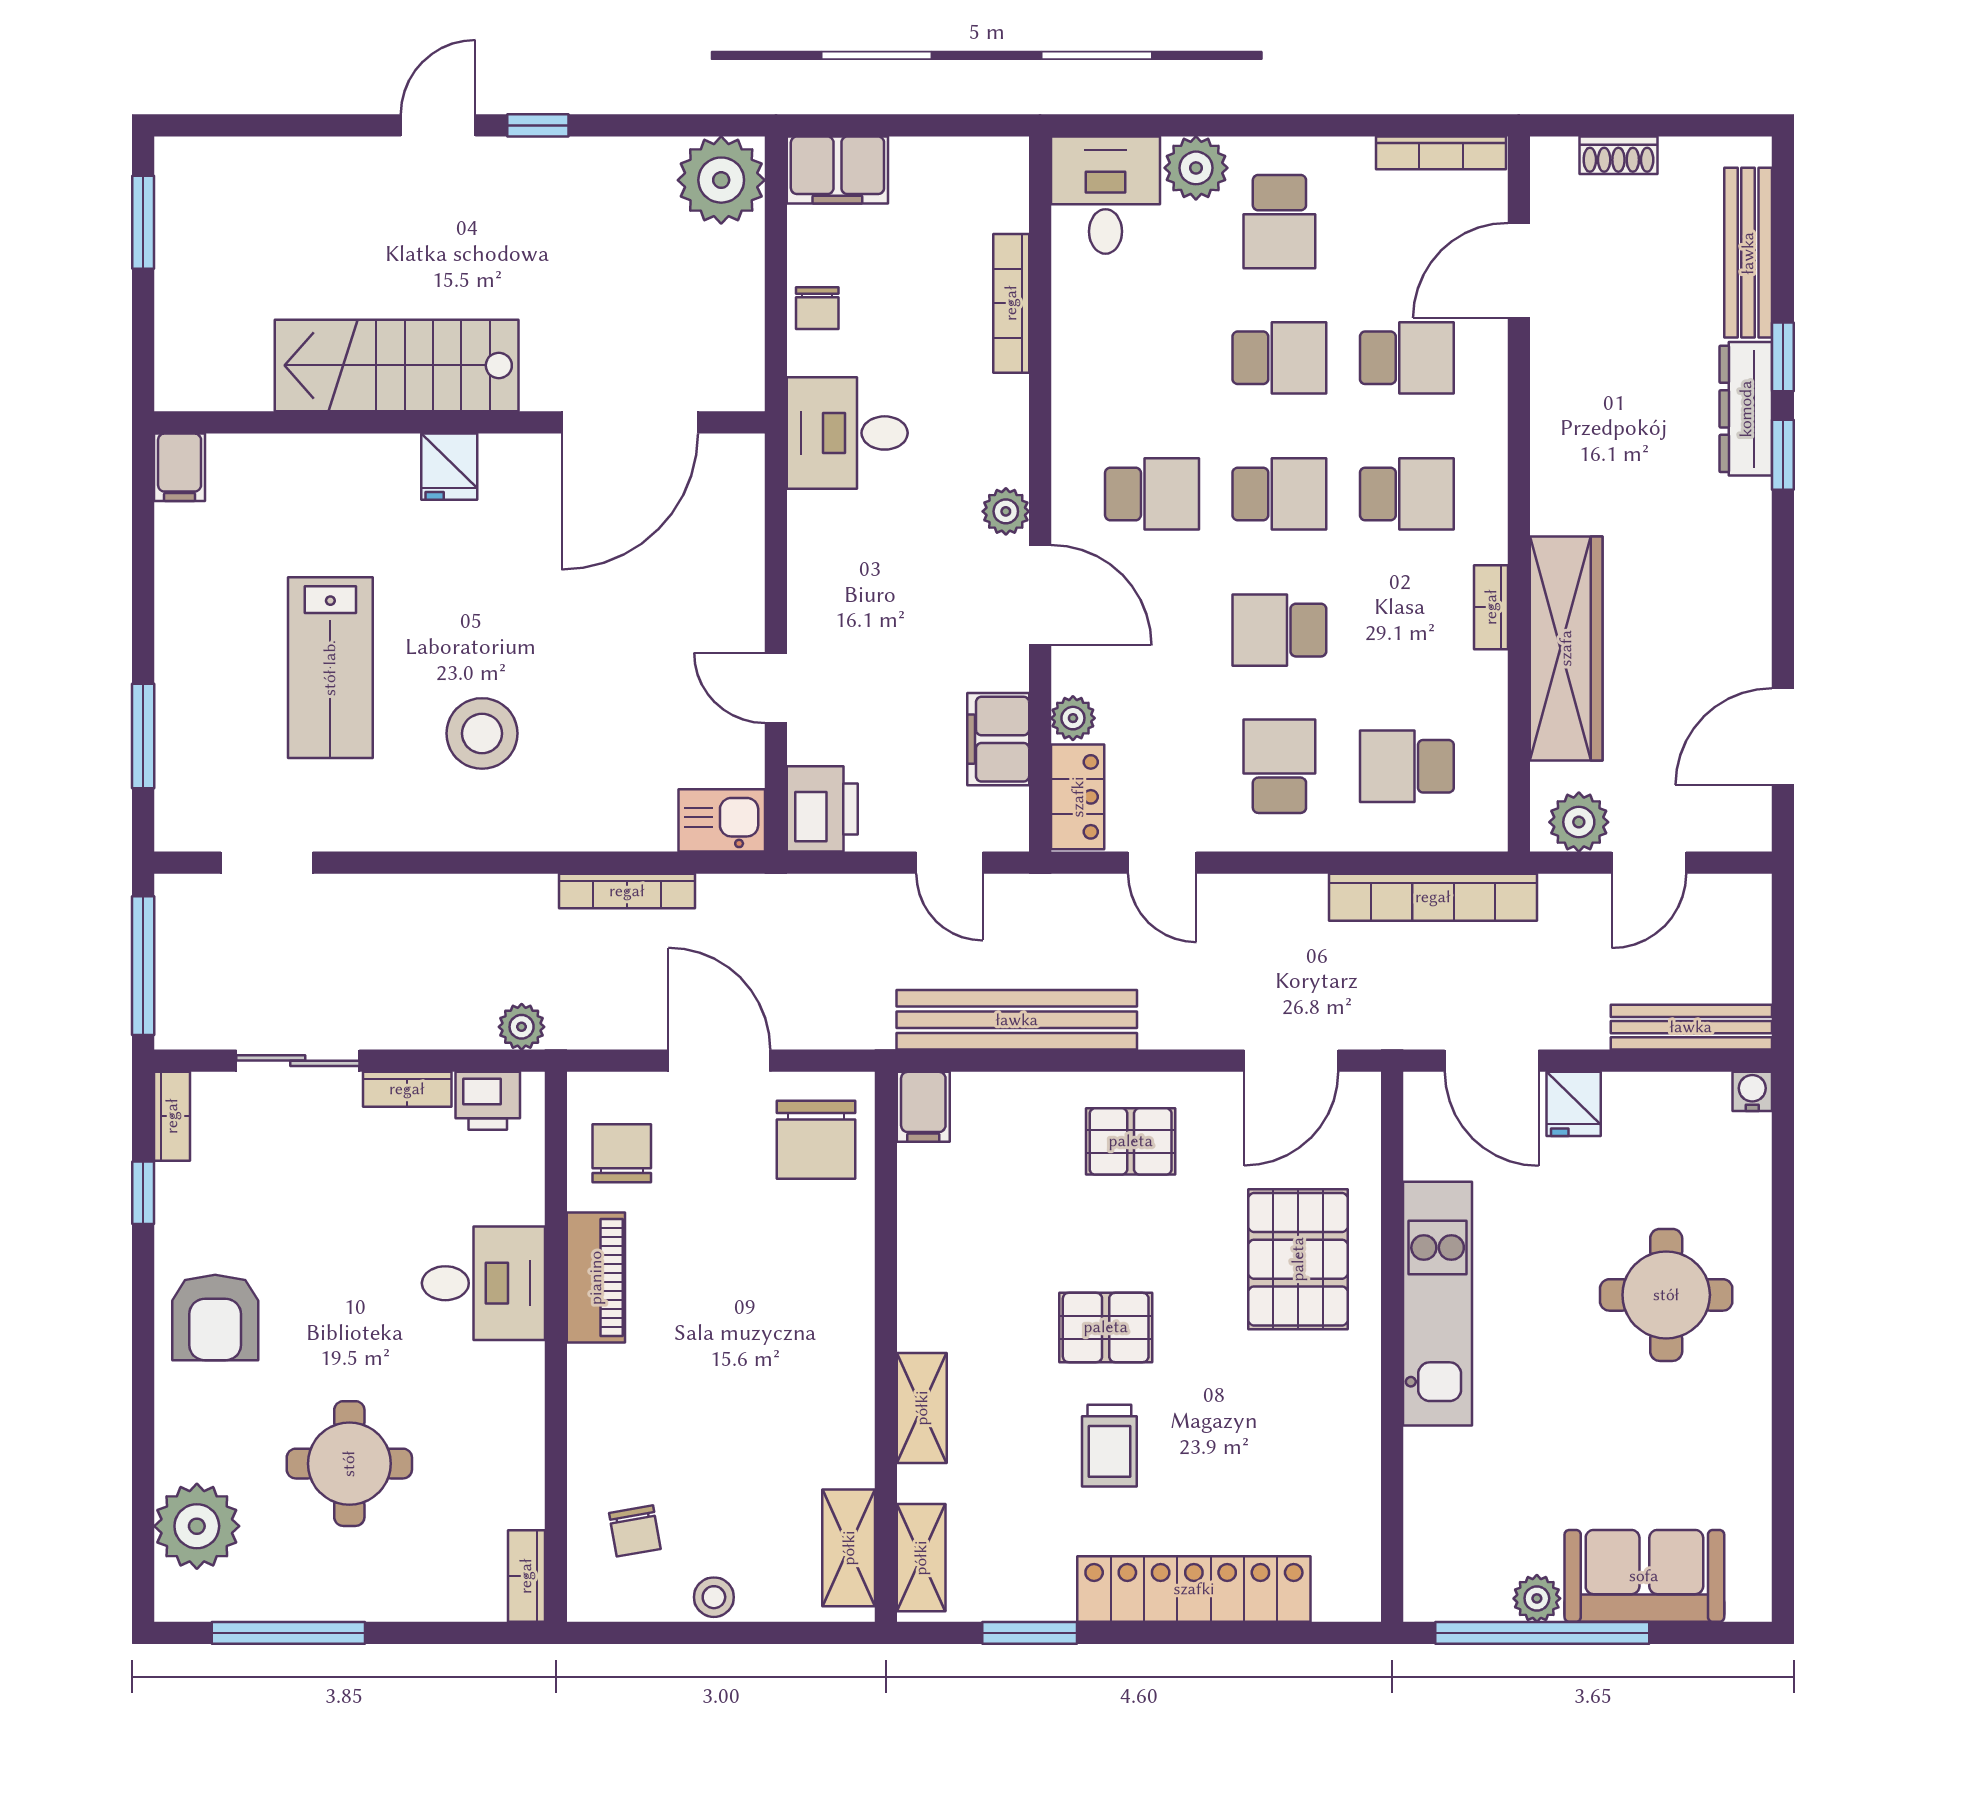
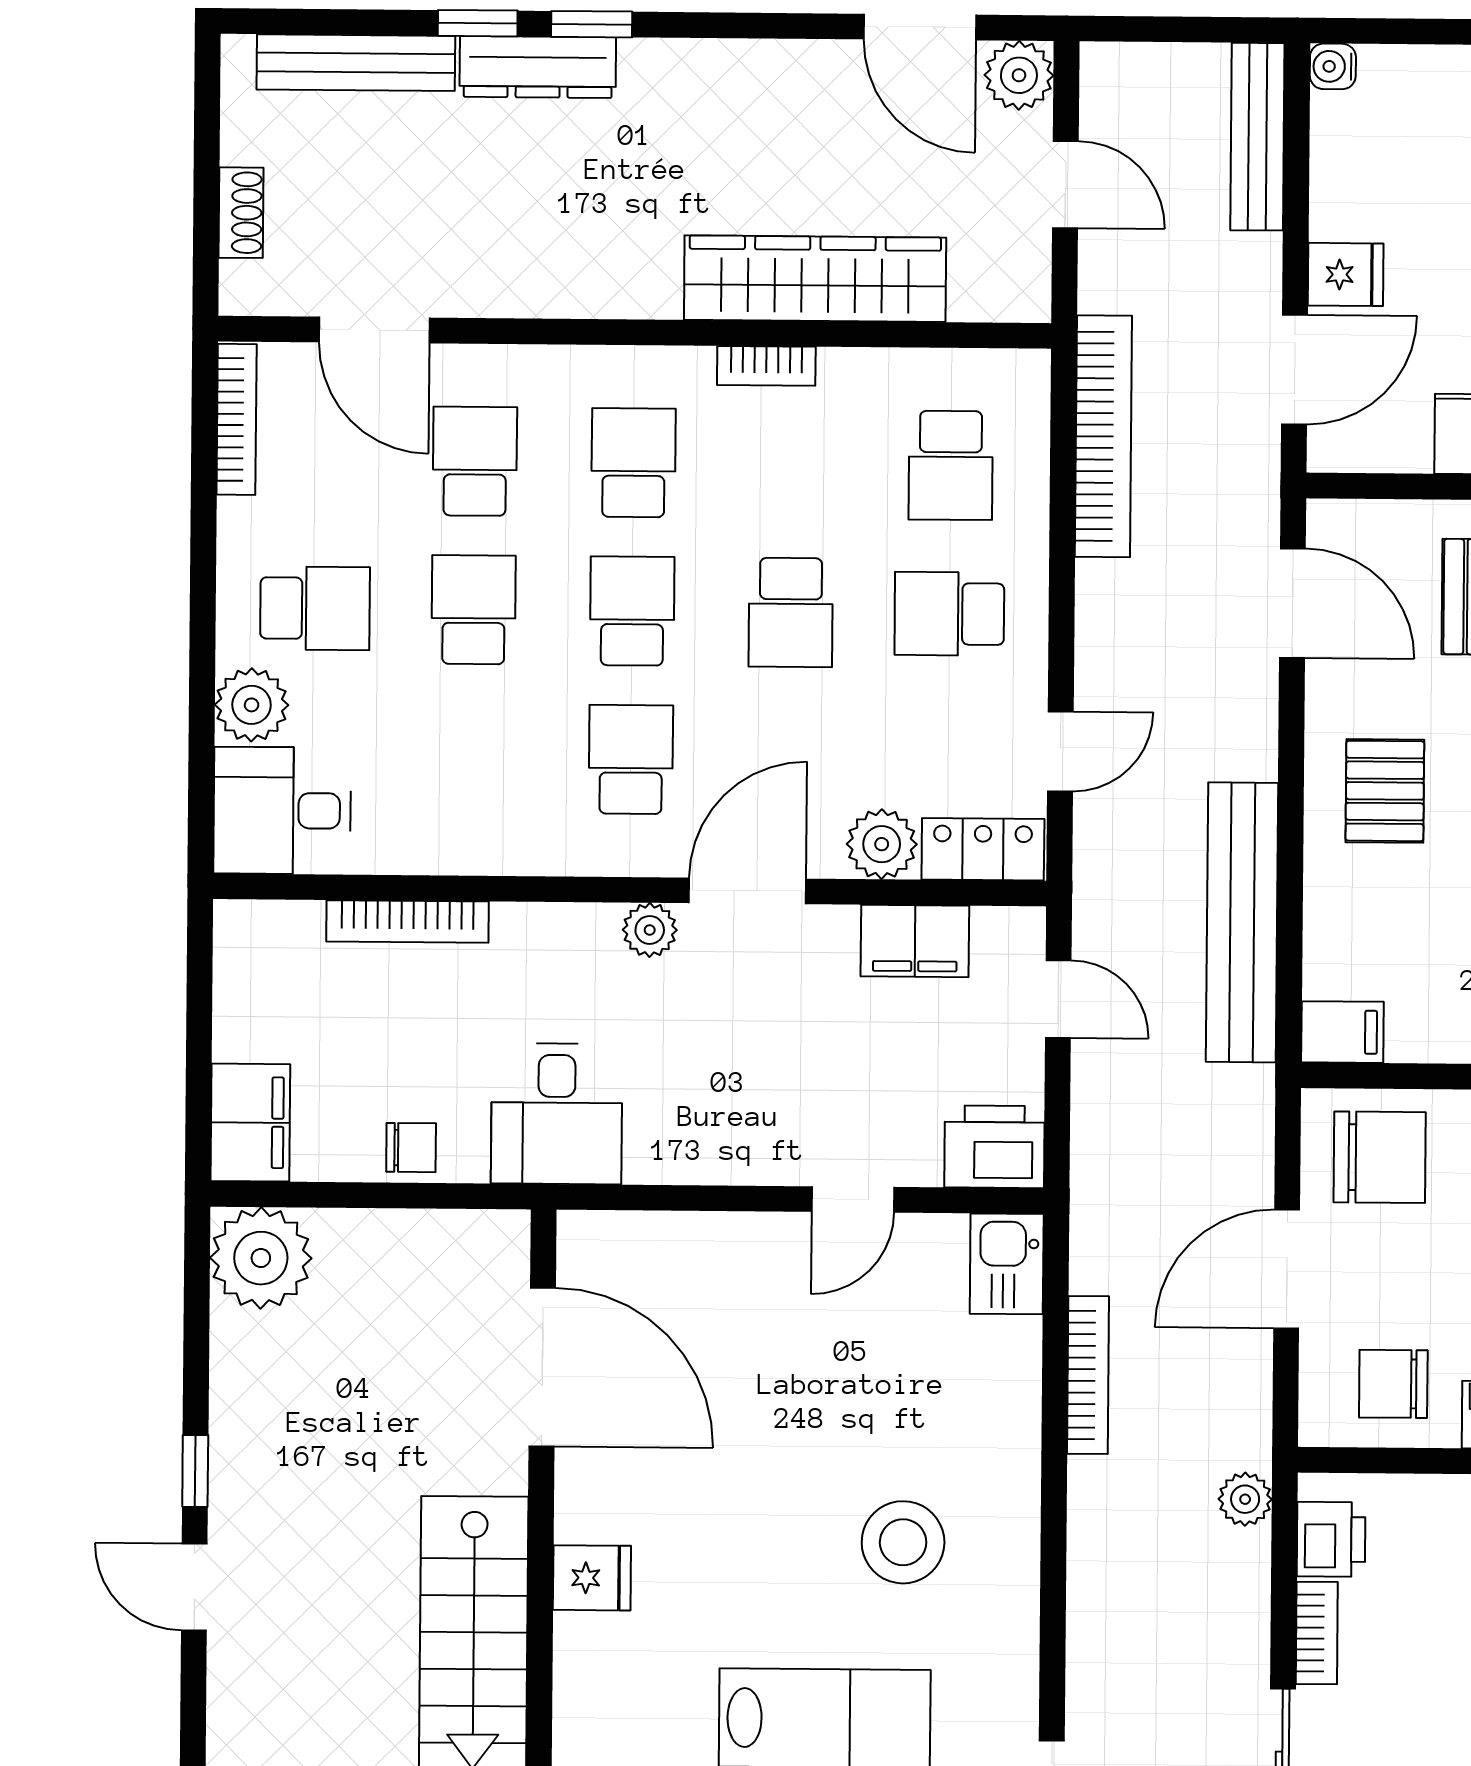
plant: (1073, 718) -> (882, 844), width x1.38, depth x1.38
plant: (1579, 822) -> (1019, 75), moved
door: (950, 863) -> (1058, 999), hinge flipped

